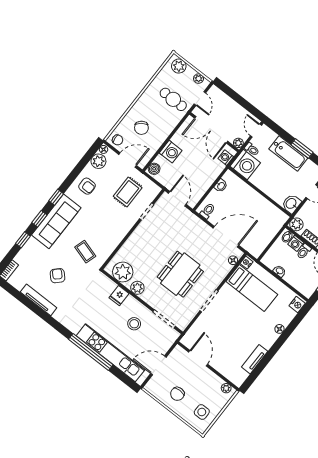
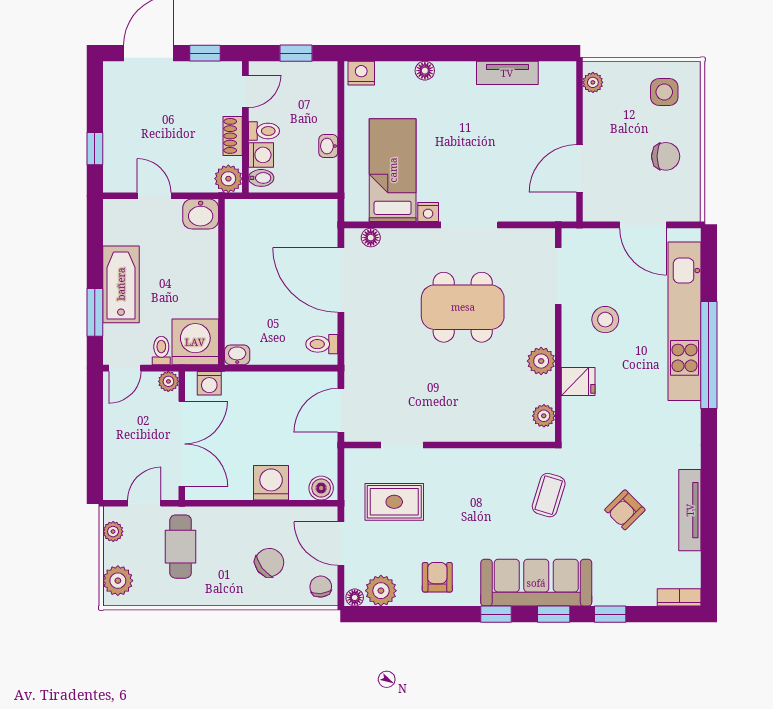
window: (302, 149) -> (95, 312), moved
washbasin: (221, 186) -> (237, 355), moved
nightstand: (246, 263) -> (428, 212), moved
plant: (123, 272) -> (544, 416), width x0.53, depth x0.53

